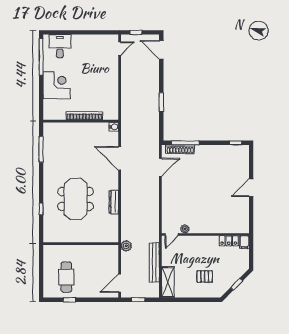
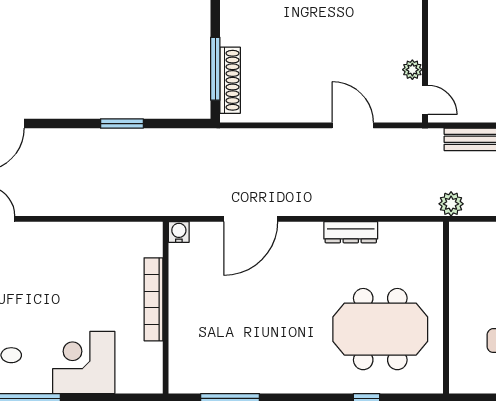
door: (160, 167) -> (353, 125), moved
meeting table: (76, 199) -> (380, 329), moved

